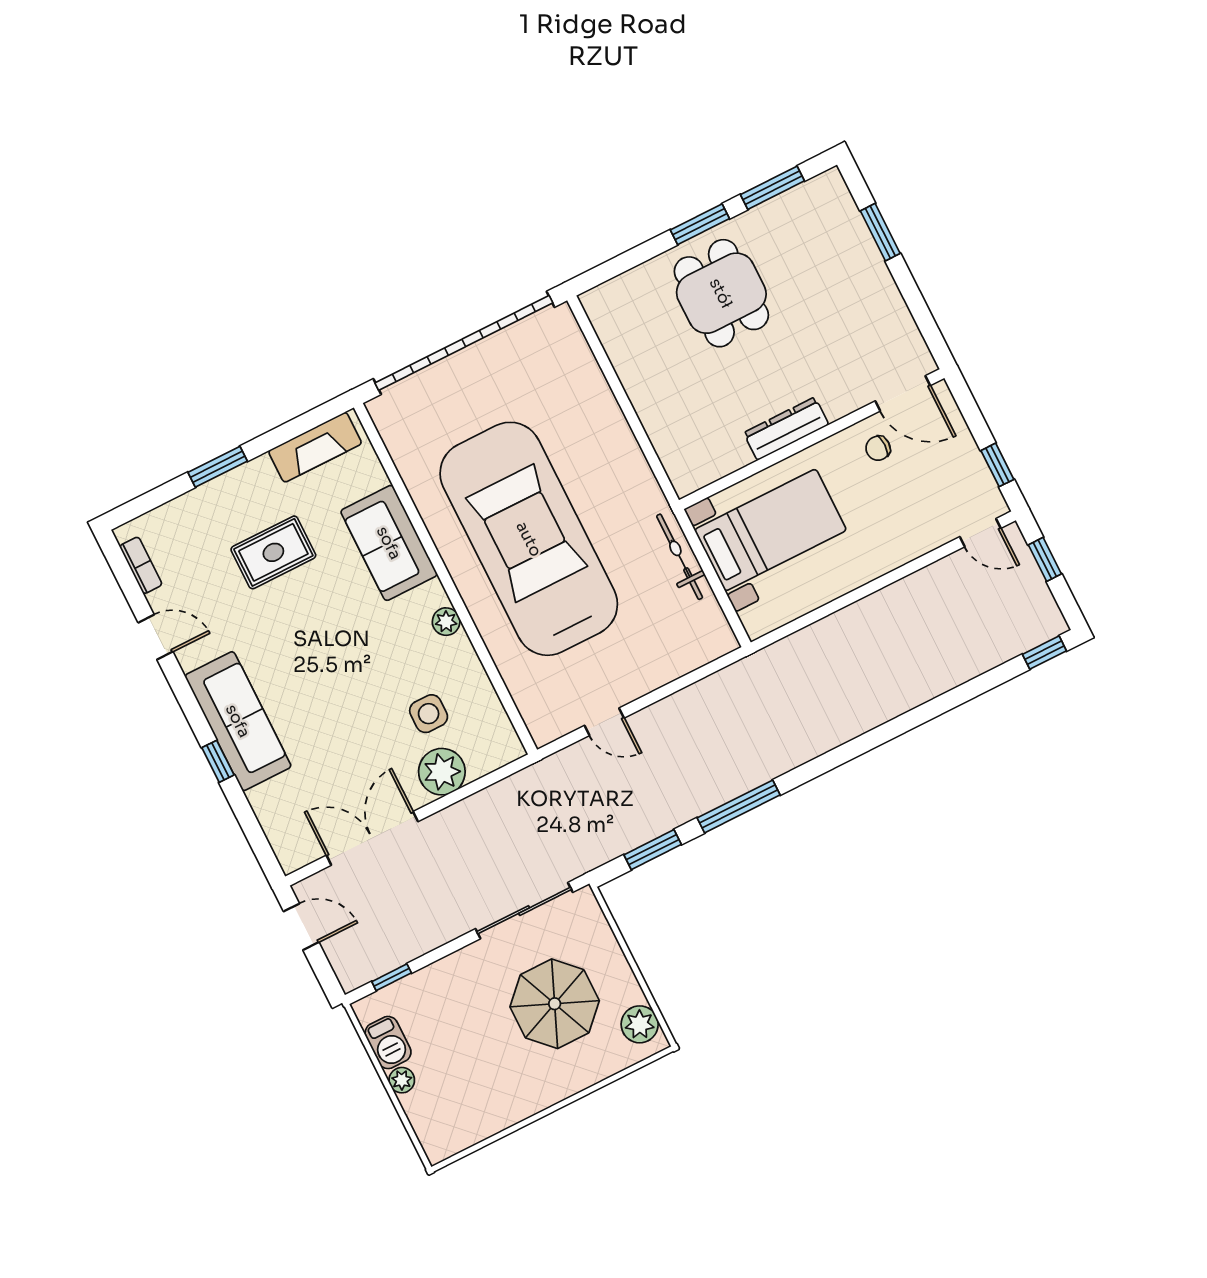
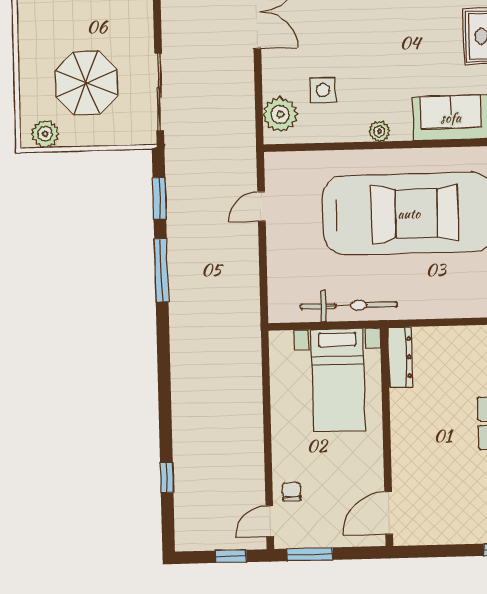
dresser: (786, 429) -> (400, 357), moved
chair: (878, 448) -> (292, 491), moved
window: (997, 465) -> (310, 554), width x1.50
bicycle: (680, 557) -> (349, 305), width x1.37, depth x1.40
window: (1044, 653) -> (167, 477), moved
plant: (442, 772) -> (280, 114), moved

